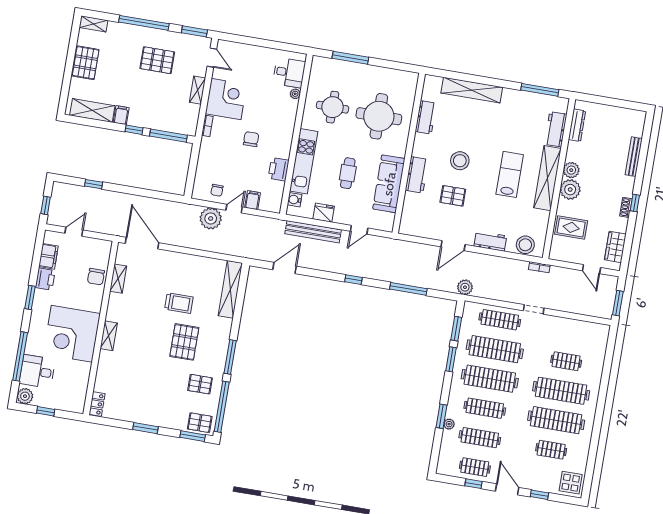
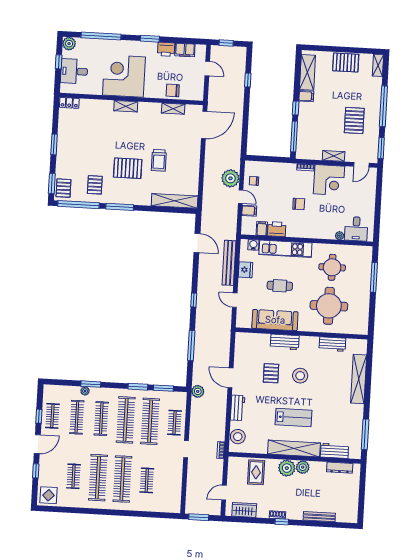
filing cabinet: (276, 187) -> (262, 229), added
clothes rail: (500, 320) -> (175, 423), width x0.73
desk: (37, 371) -> (74, 71), moved, turned -90

